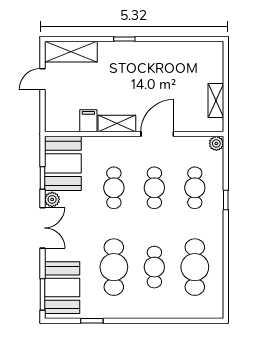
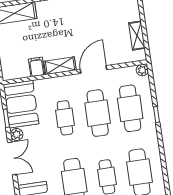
cafe table: (154, 188) -> (98, 113), width x1.37, depth x1.35
cafe table: (195, 188) -> (130, 108), width x1.37, depth x1.35

